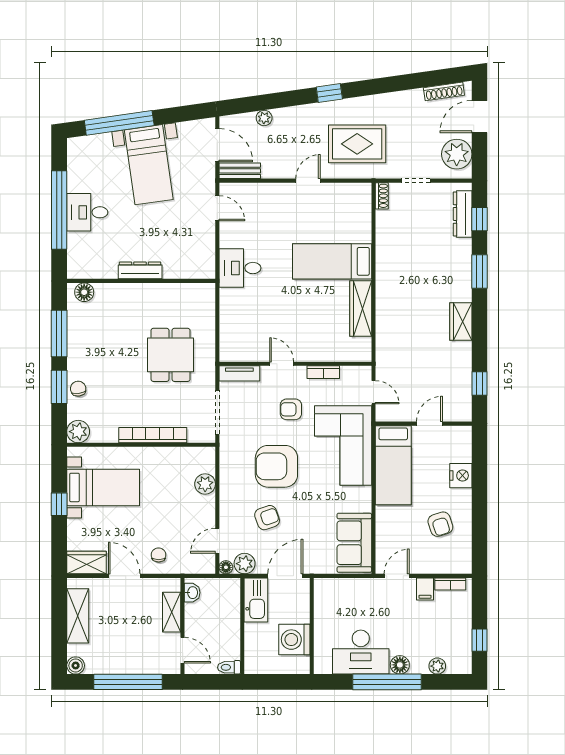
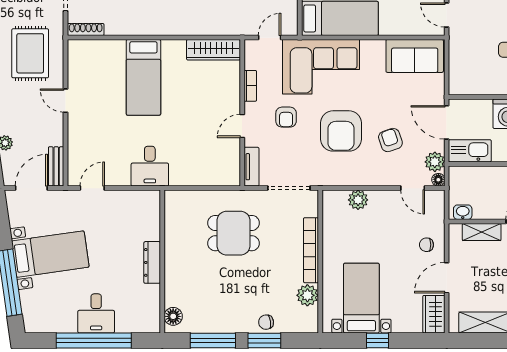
shoe rack: (382, 196) -> (86, 29), width x1.43
wardrobe: (361, 309) -> (213, 50), moved
plant: (78, 432) -> (307, 295), moved

